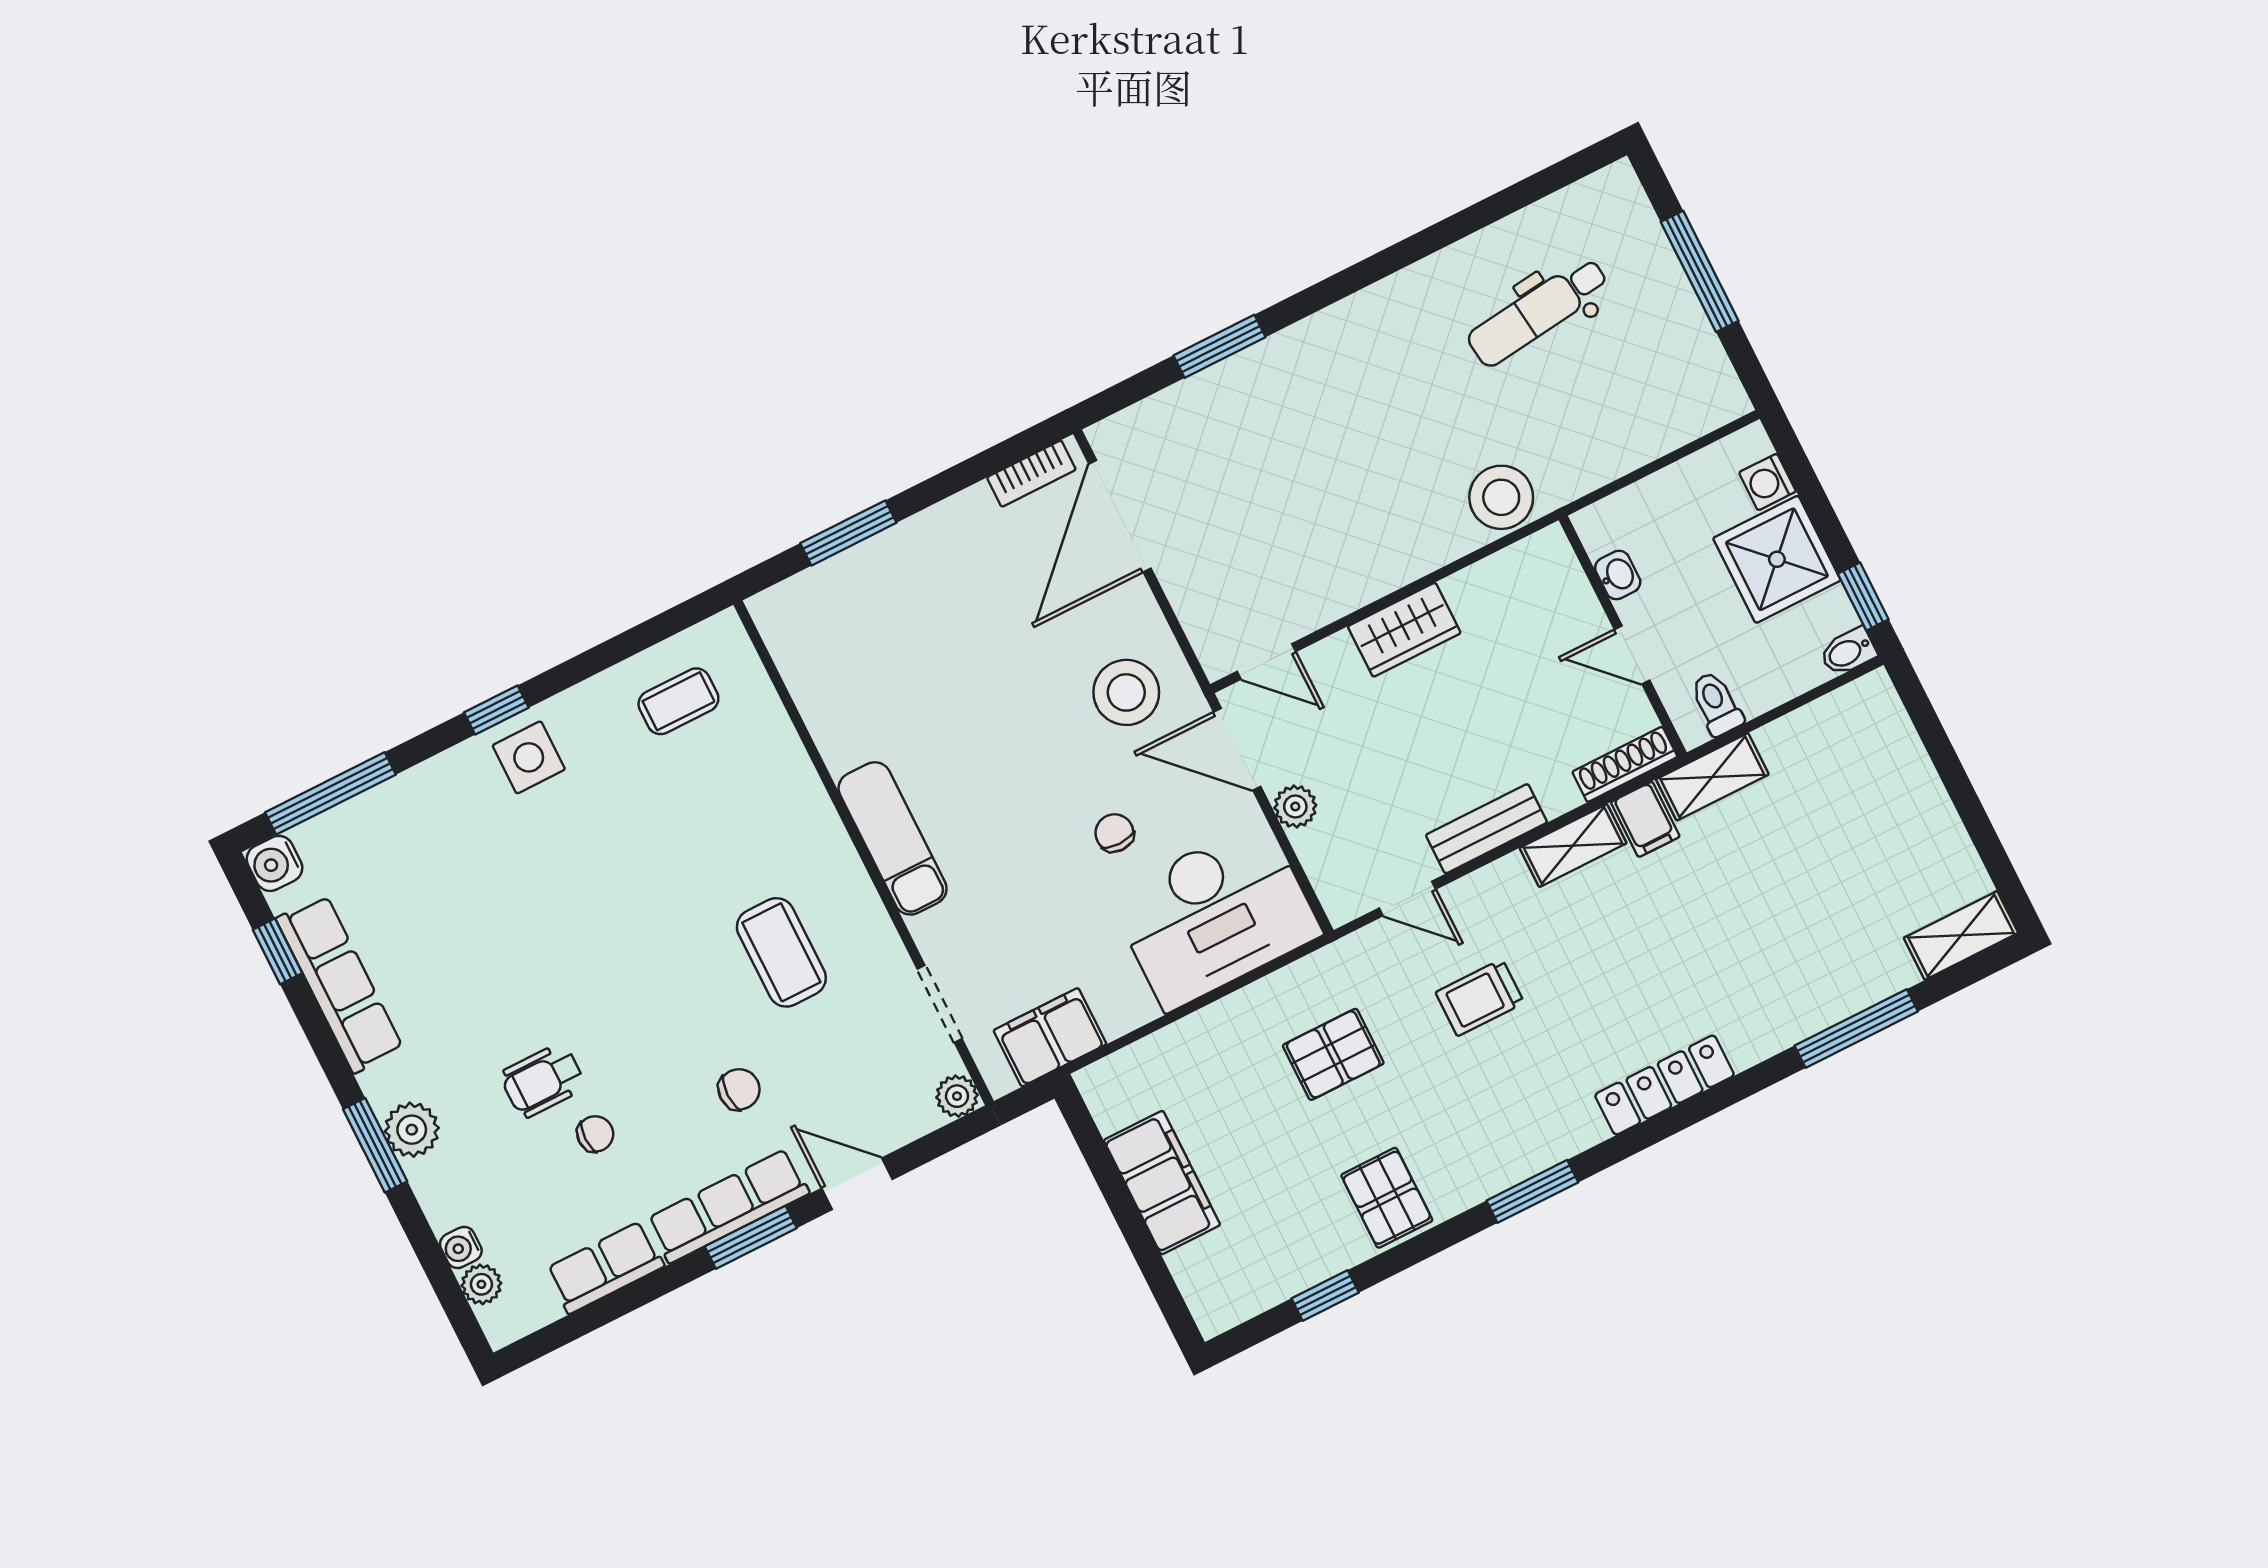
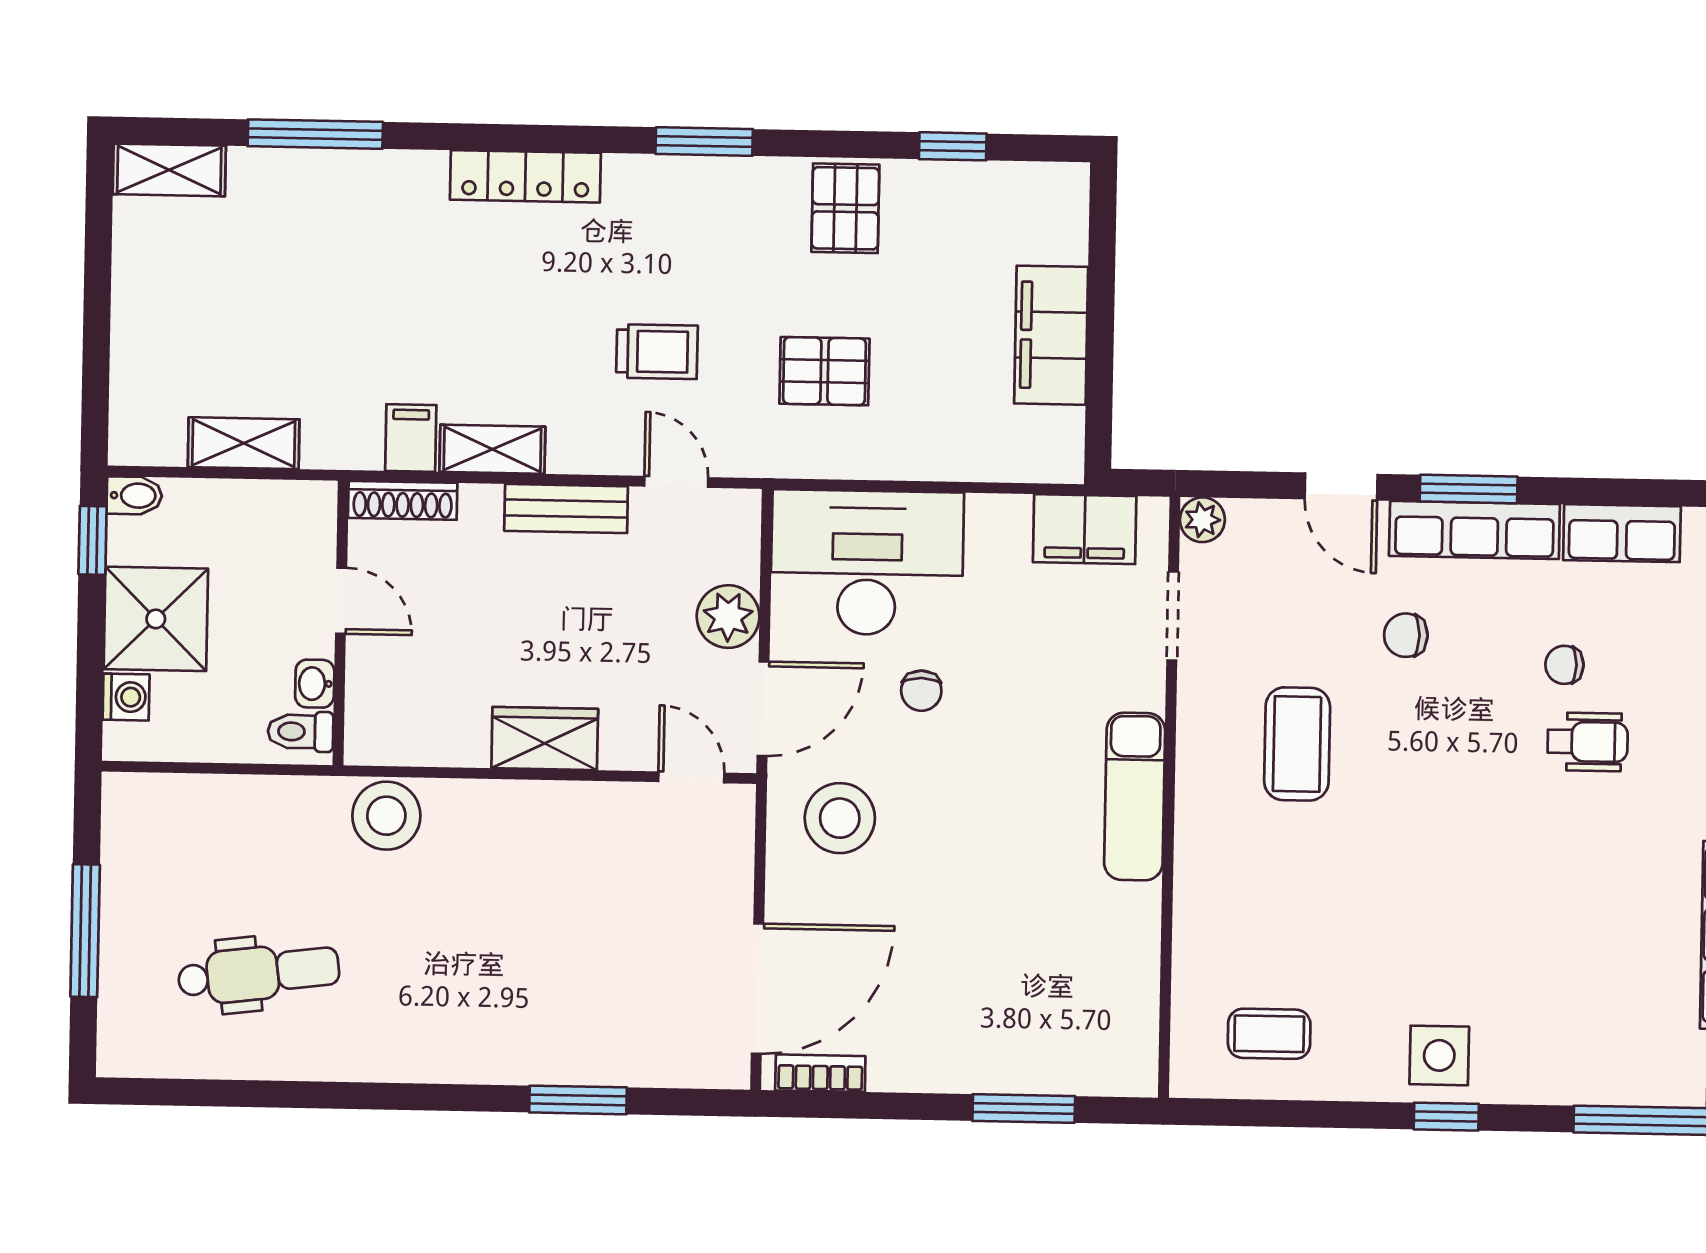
toilet: (1716, 704) -> (301, 732), moved, turned 90
door: (1237, 749) -> (763, 709), hinge flipped
shelving: (1712, 777) -> (244, 443), moved
plant: (1295, 806) -> (728, 617), width x1.38, depth x1.38

